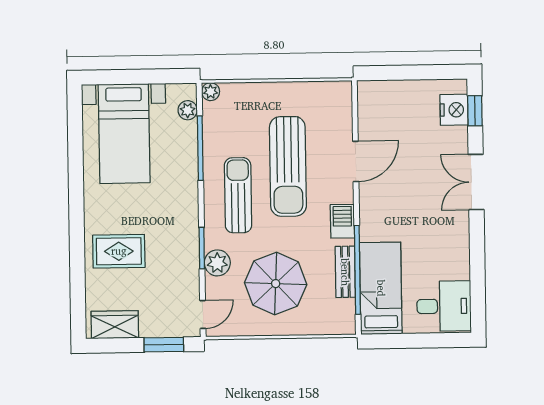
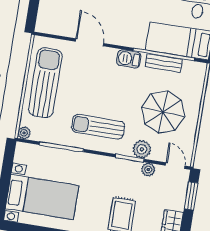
plant: (188, 110) -> (148, 170), moved
sun lounger: (288, 166) -> (45, 83), moved, turned -90

